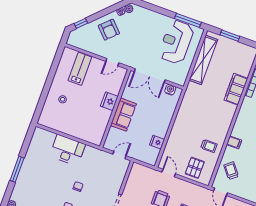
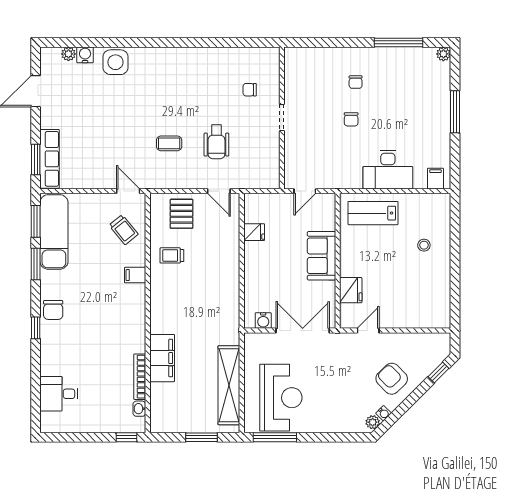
lab bench: (80, 69) -> (373, 213), moved, turned 90
fridge: (109, 101) -> (351, 290), moved
filing cabinet: (42, 135) -> (435, 179), added

